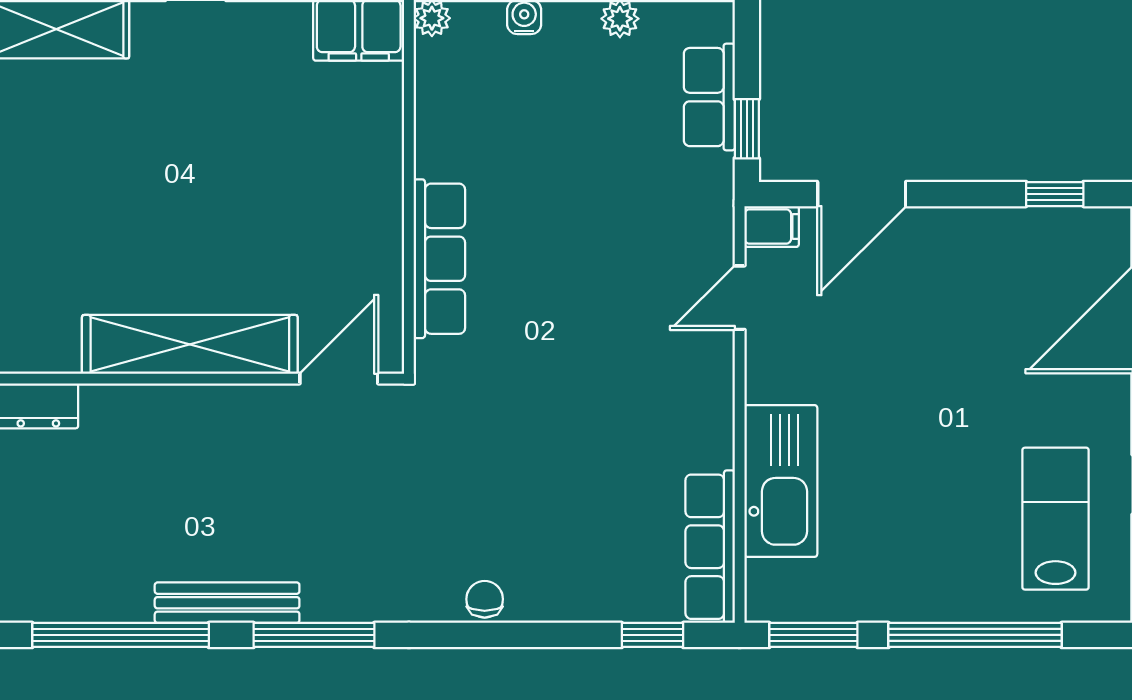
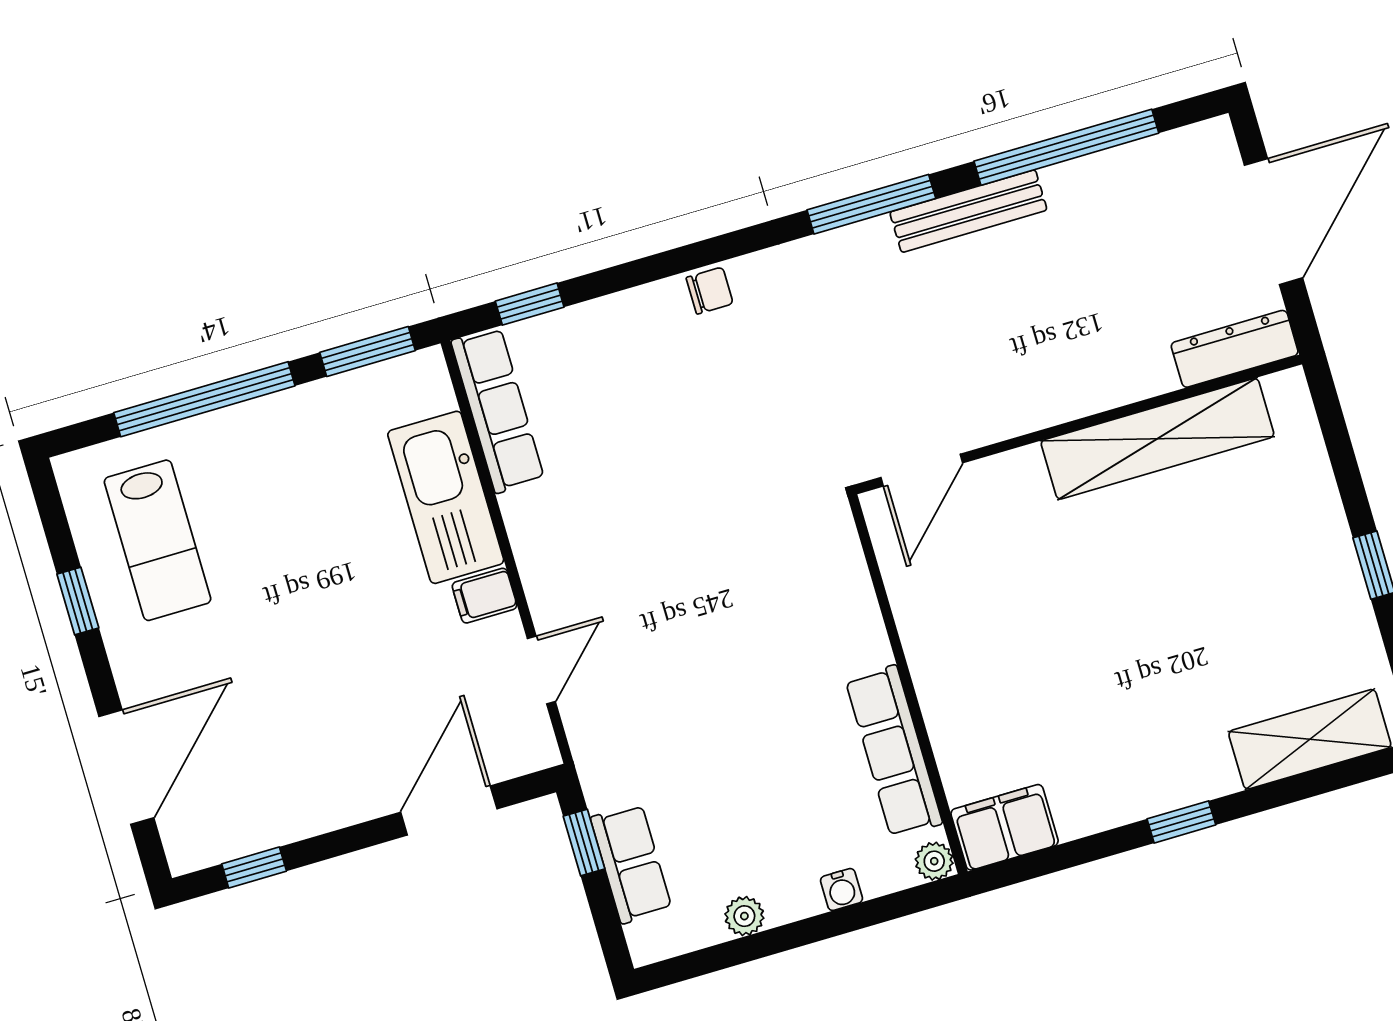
filing cabinet: (772, 226) -> (485, 596), moved
row of seats: (439, 259) -> (894, 751), moved
shelving: (190, 344) -> (1157, 439), moved
chair: (485, 599) -> (710, 291), turned -90

